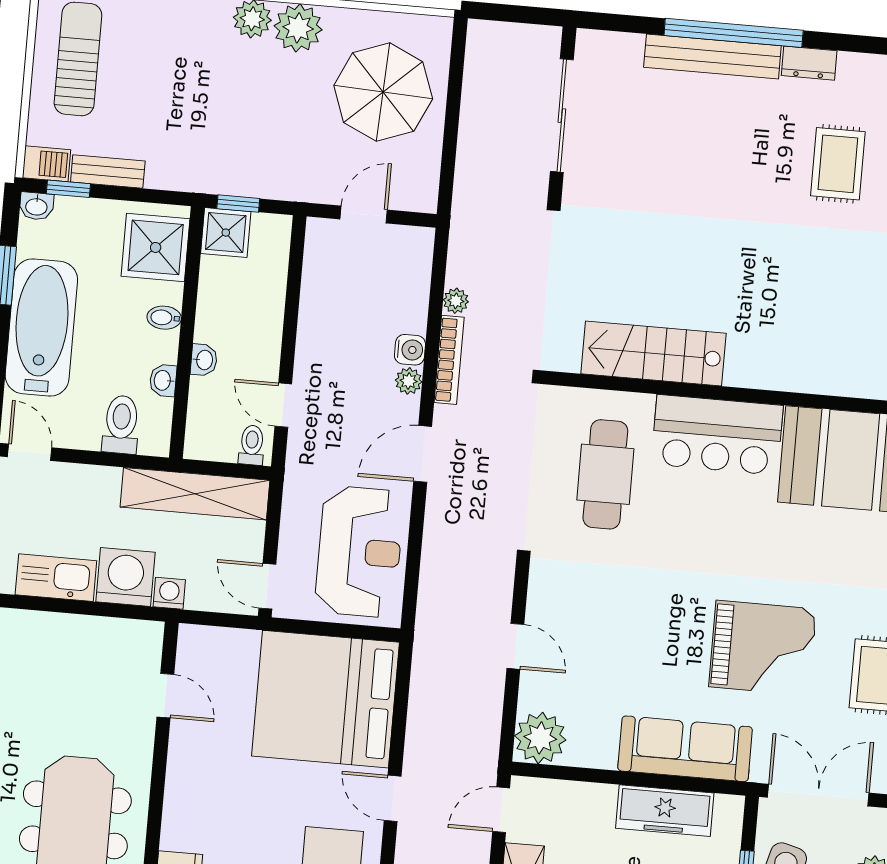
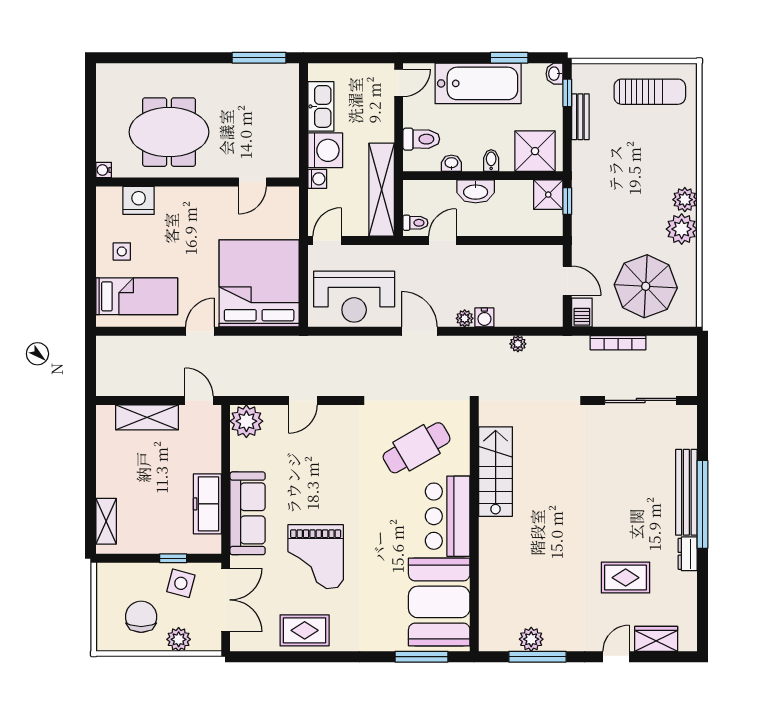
barbecue: (47, 164) -> (582, 312), moved
washbasin: (204, 360) -> (476, 191), width x1.91, depth x1.45
bookcase: (449, 360) -> (618, 343), moved
cafe table: (605, 474) -> (417, 448), turned -30

